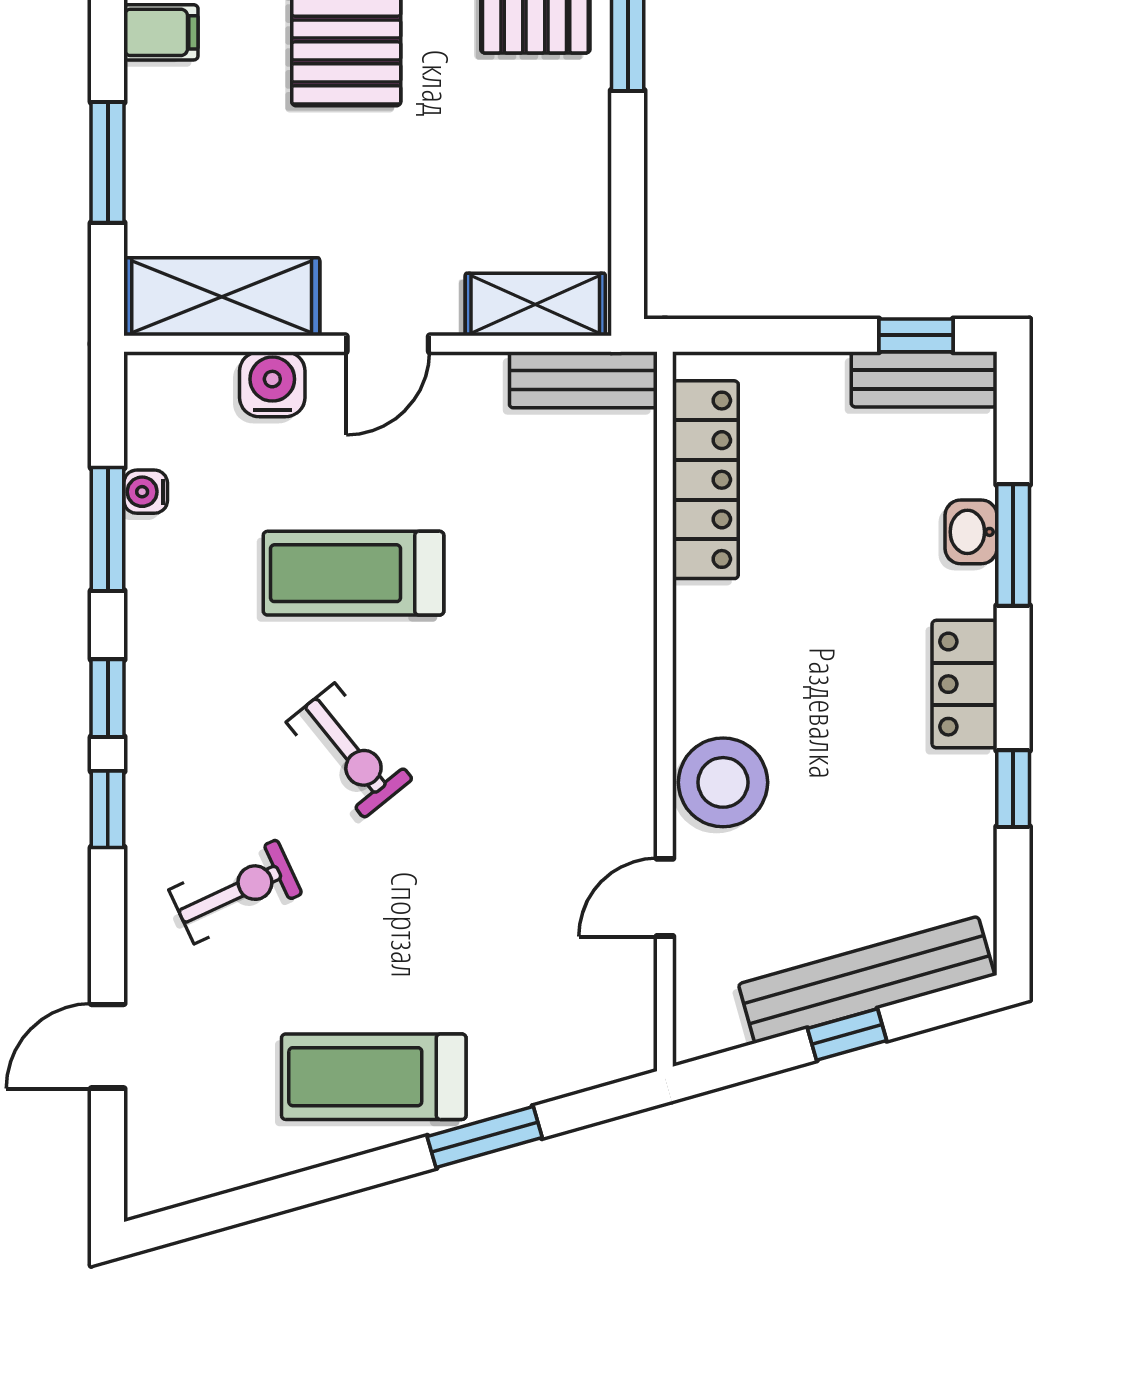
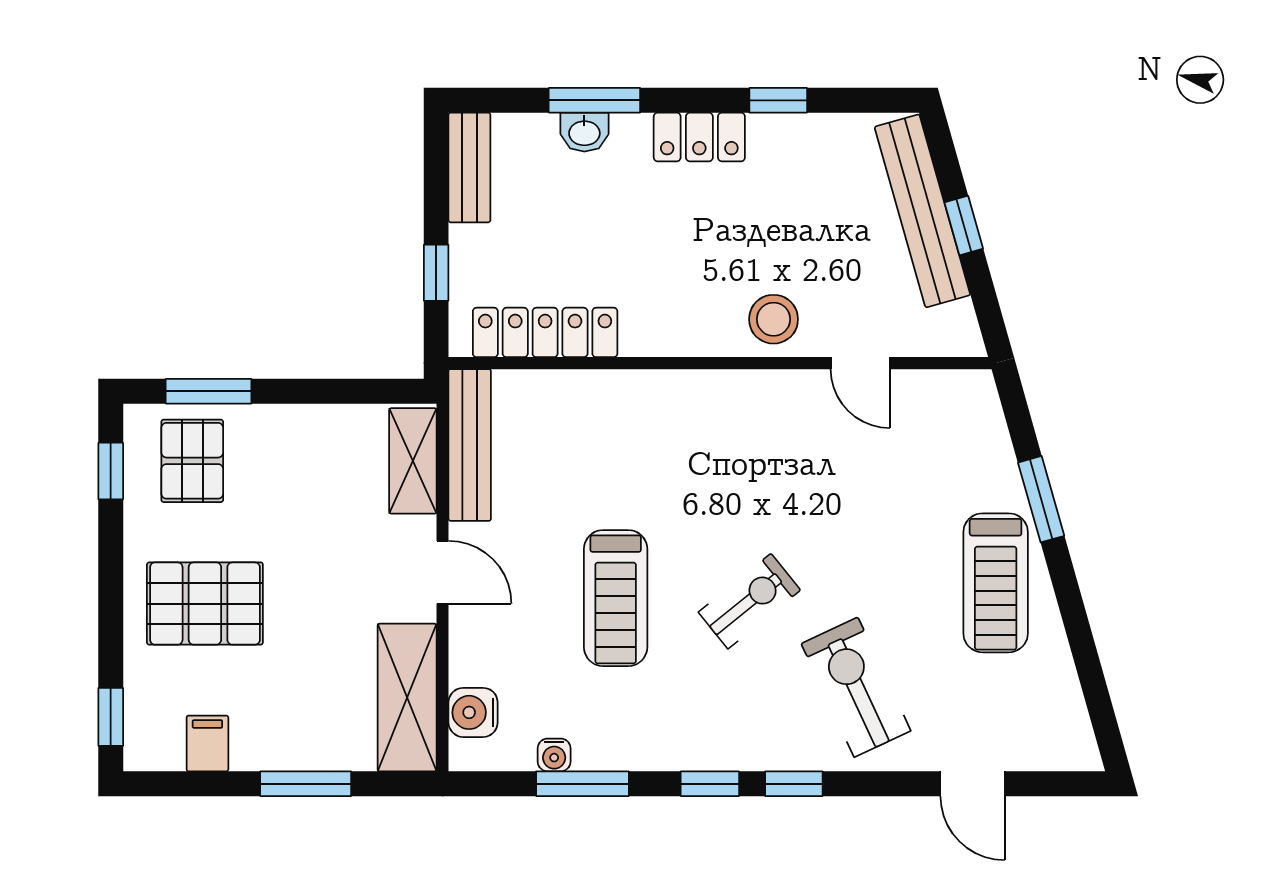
window: (916, 335) -> (436, 273), moved
bench: (583, 380) -> (470, 445), width x1.36
water cooler: (272, 384) -> (473, 712), moved
stool: (723, 782) -> (774, 319), width x0.73, depth x0.73
exercise bike: (235, 892) -> (856, 687), width x1.38, depth x1.39

